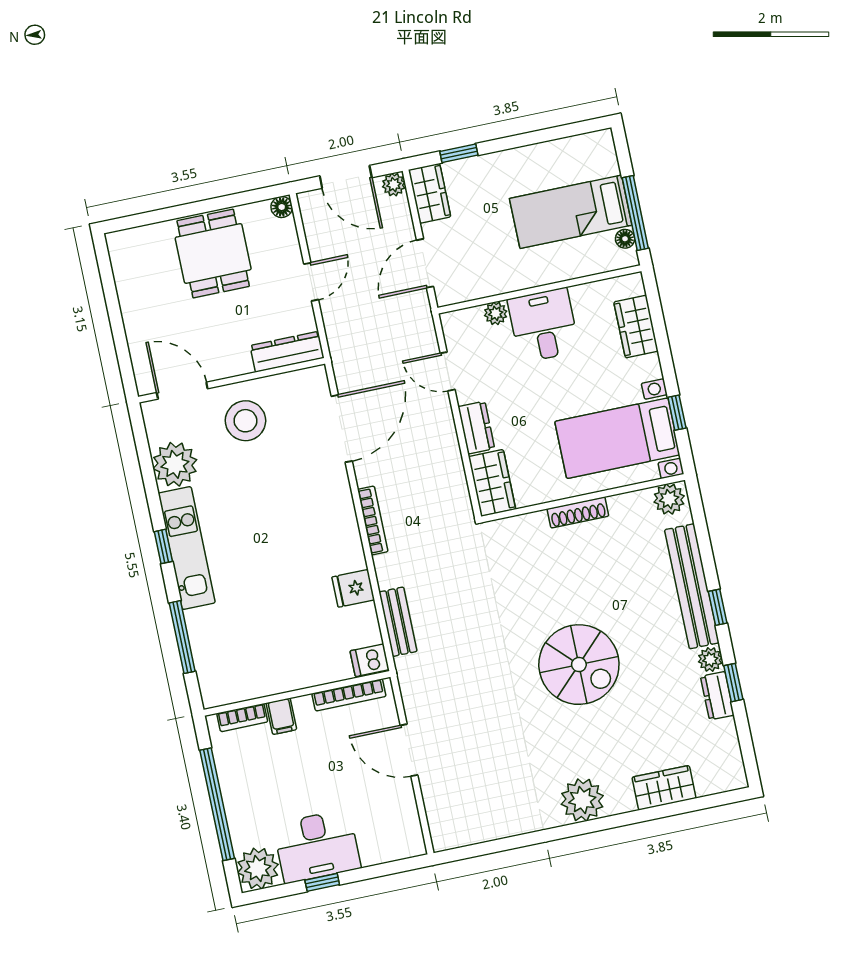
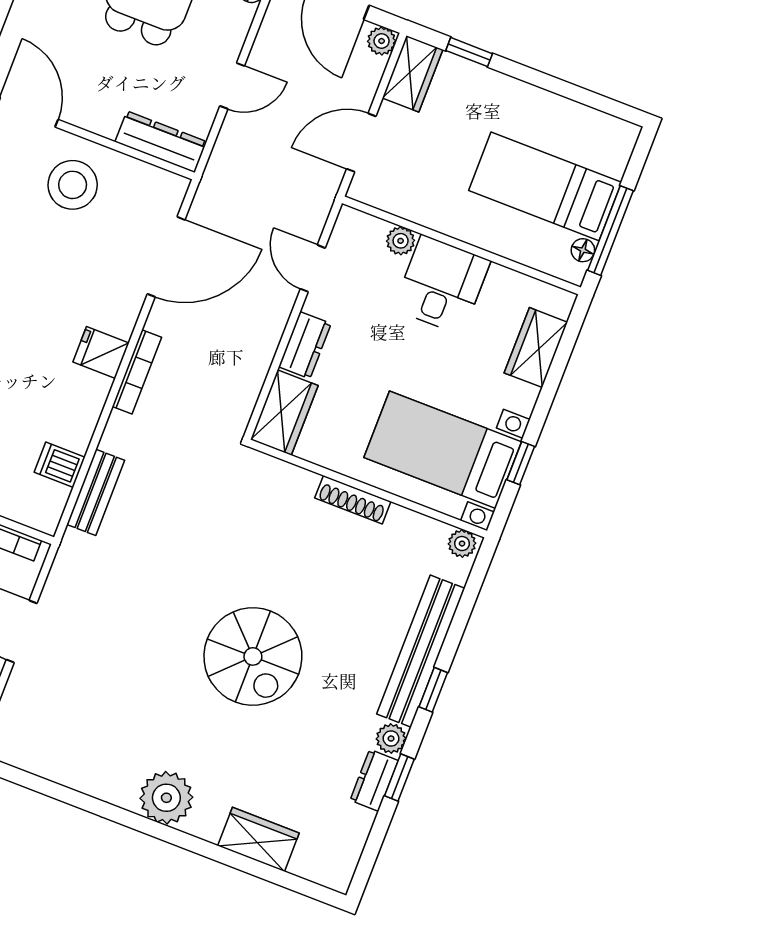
plant: (669, 499) -> (462, 544), width x0.73, depth x0.73
fridge: (353, 588) -> (101, 353), moved
dishwasher: (370, 660) -> (60, 465), moved

